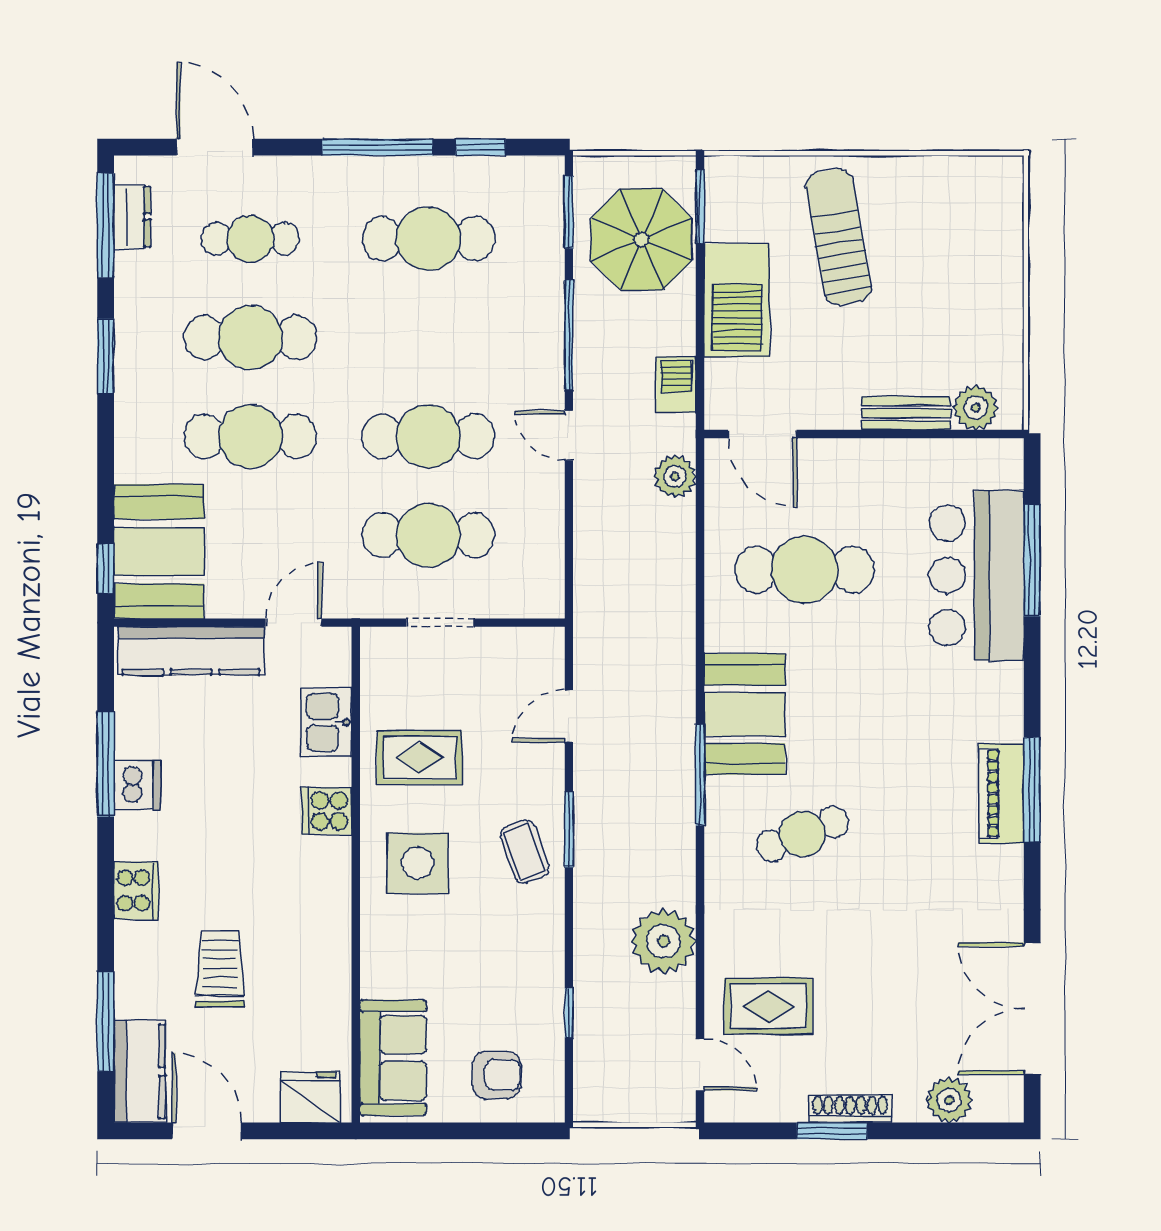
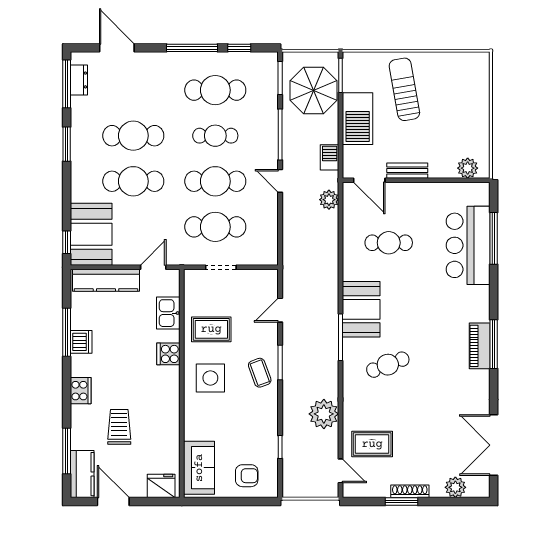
cafe table: (250, 239) -> (215, 136), moved
bench: (906, 413) -> (407, 171), moved
cafe table: (804, 570) -> (389, 243), width x0.73, depth x0.74

